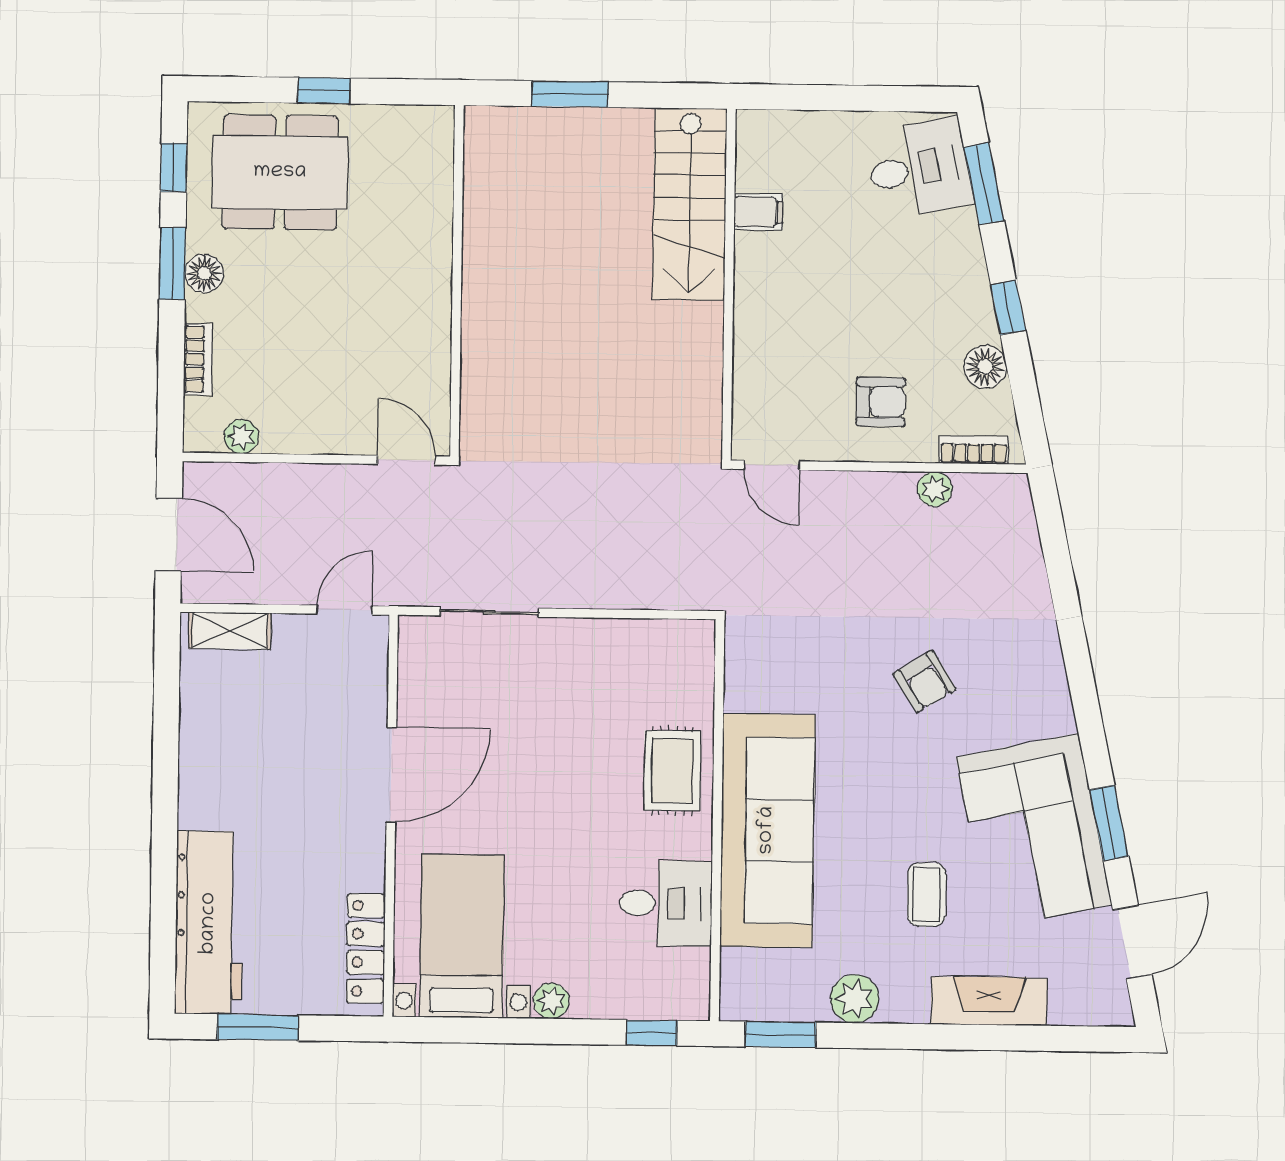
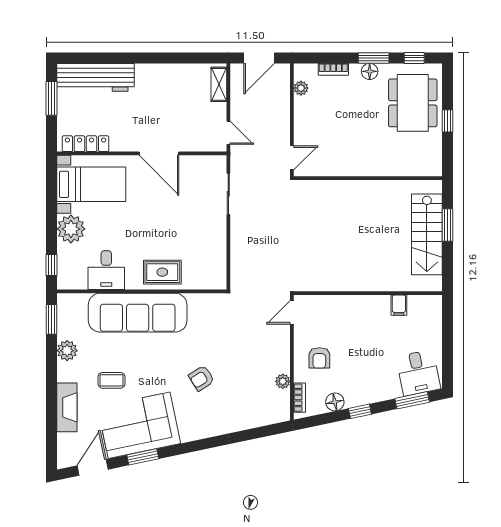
stairs: (690, 204) -> (427, 234), moved, turned -90
door: (1132, 942) -> (93, 467), swing flipped
plant: (551, 1001) -> (71, 229), width x1.88, depth x1.88

